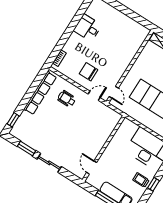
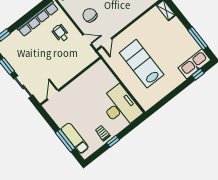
wall: (104, 148) -> (70, 81), moved
door: (92, 167) -> (53, 95), moved

